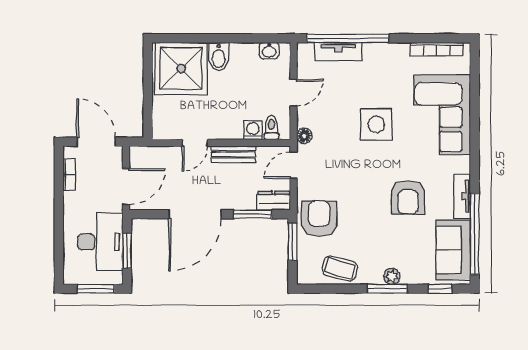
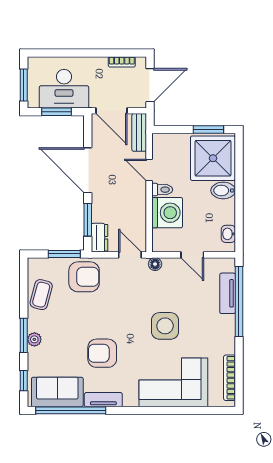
window: (148, 74) -> (208, 129), added
toilet: (271, 128) -> (162, 190), moved
washing machine: (253, 130) -> (167, 213), width x1.89, depth x1.89
bench: (233, 154) -> (139, 132), moved

